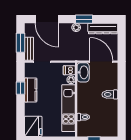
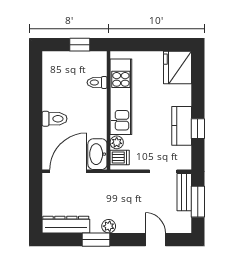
door: (47, 19) -> (155, 240), width x0.53
door: (101, 62) -> (68, 171), swing flipped

